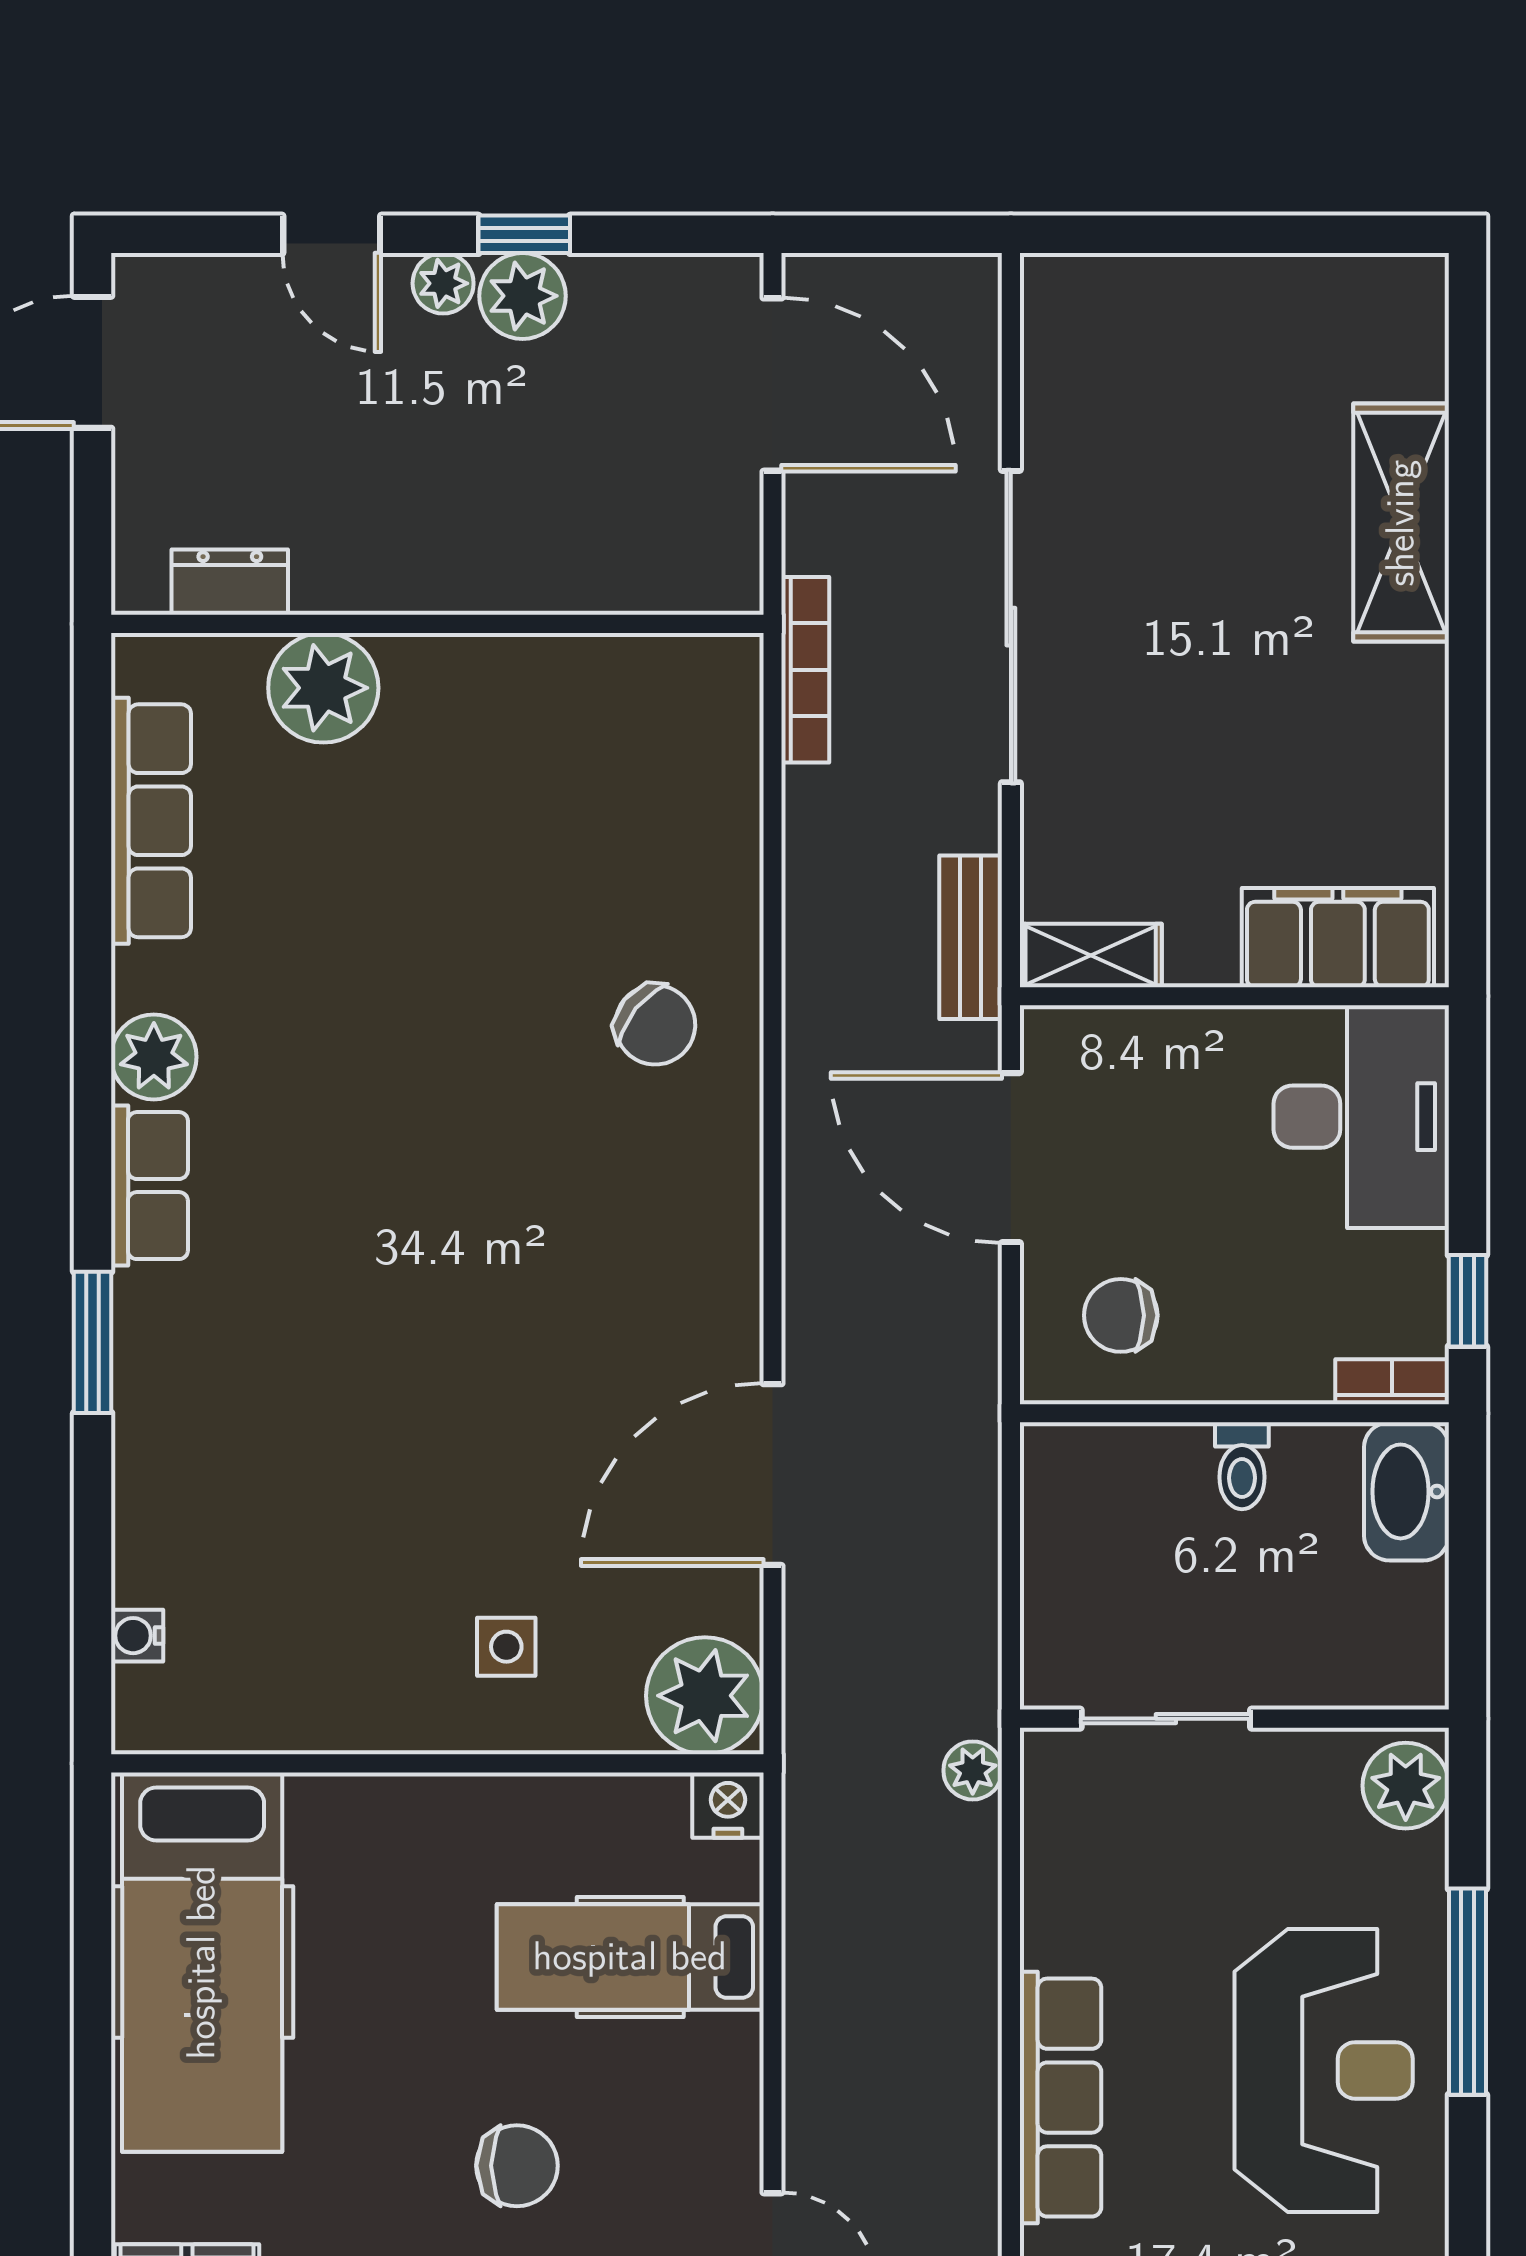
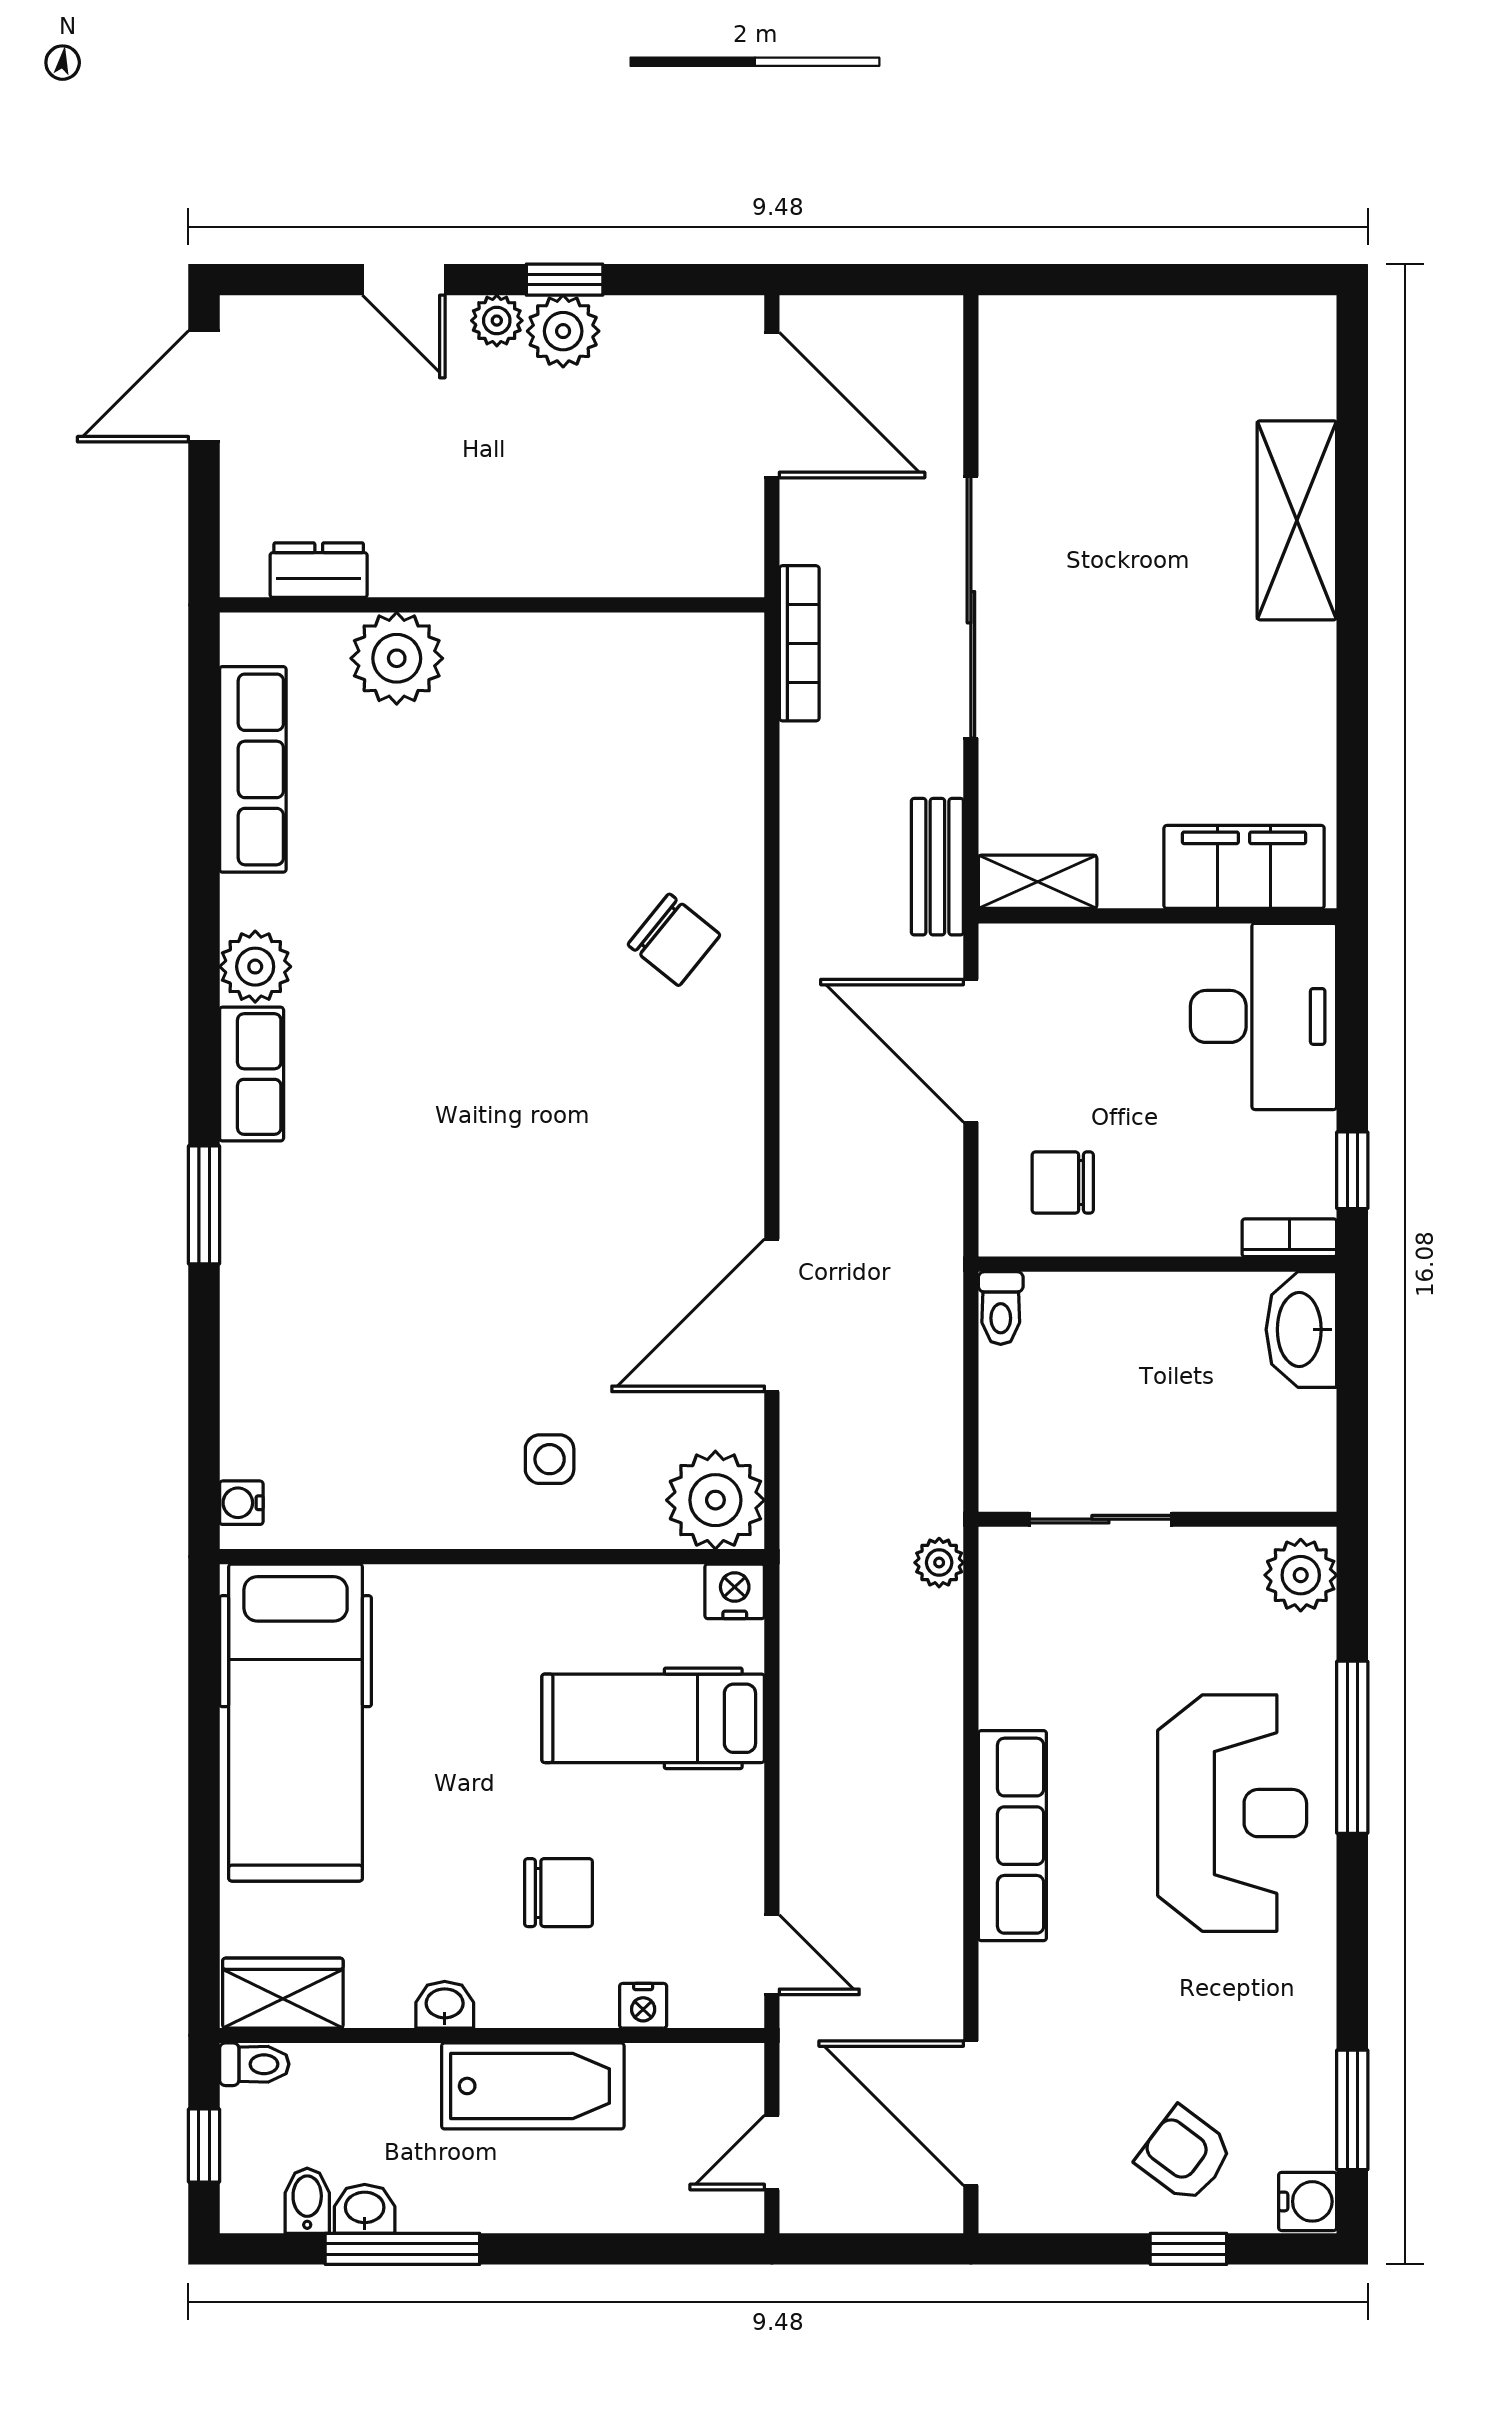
toilet: (1242, 1466) -> (1001, 1308), moved
water cooler: (137, 1636) -> (241, 1503), moved

